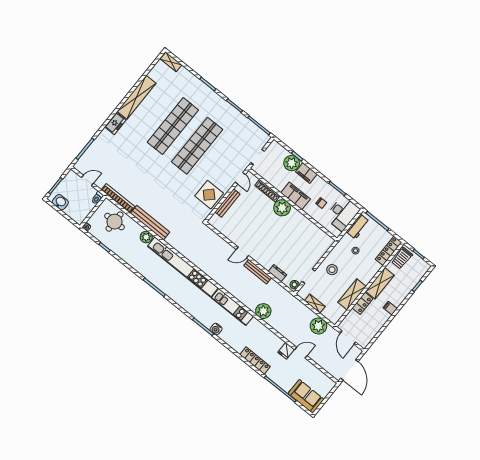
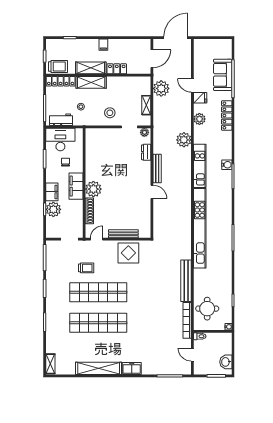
trolley: (224, 152) -> (86, 268), added
plant: (146, 237) -> (199, 119), moved
shelving: (352, 294) -> (91, 82), moved
sofa: (306, 396) -> (223, 75), moved

